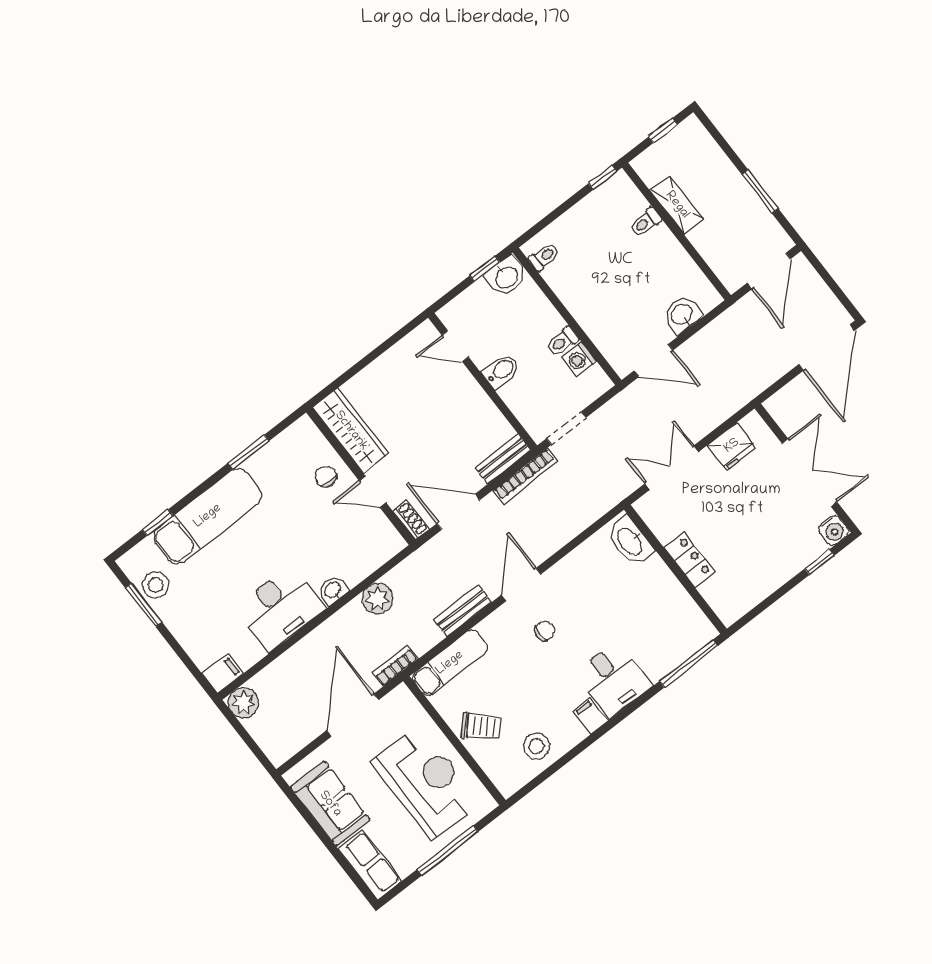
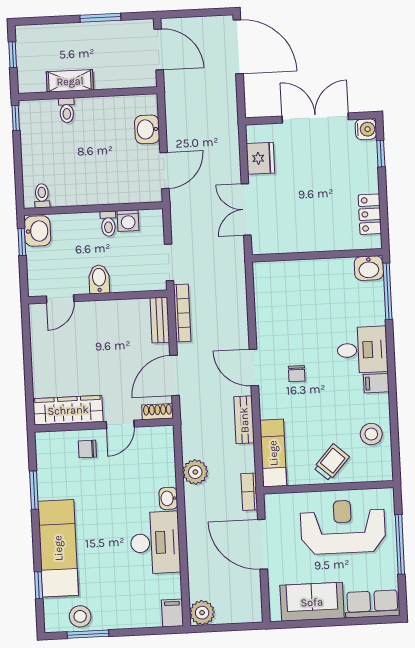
washbasin: (630, 541) -> (369, 268), moved, width x0.72
locker: (690, 560) -> (370, 214), moved, turned -90
chair: (545, 631) -> (297, 374), turned 180

